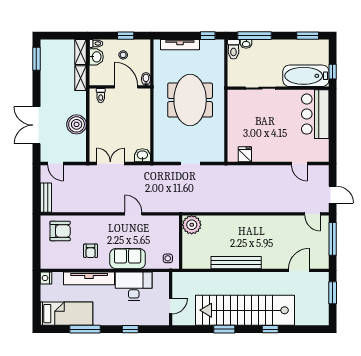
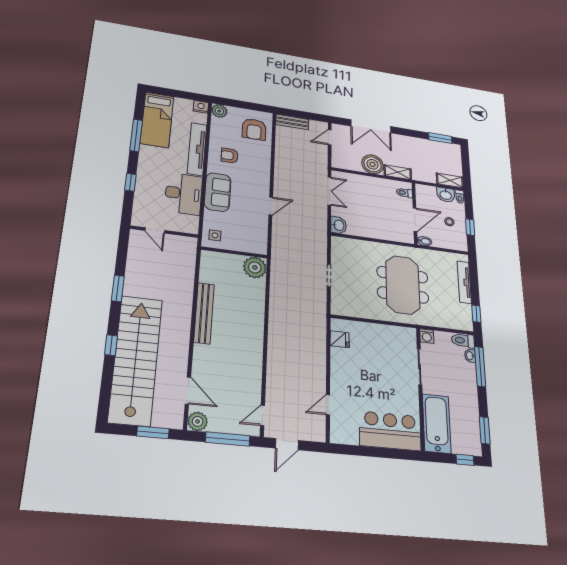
window: (333, 72) -> (465, 460), moved
shelving: (81, 78) -> (398, 172), moved
washing machine: (233, 81) -> (427, 336), added
meeting table: (190, 100) -> (403, 285), turned 90
double door: (36, 125) -> (371, 126), swing flipped
plant: (47, 262) -> (219, 111), added
plant: (322, 262) -> (198, 421), added
stairs: (245, 310) -> (136, 360), moved

